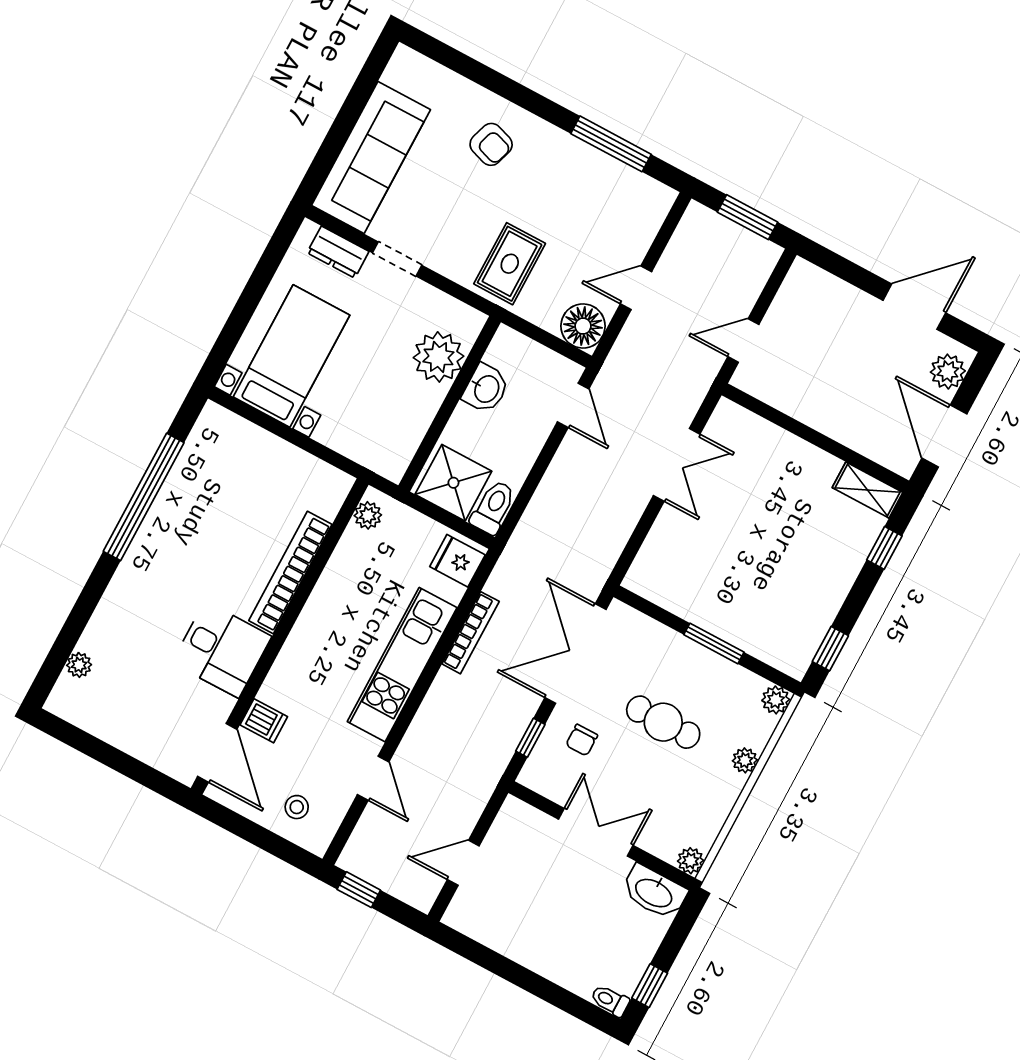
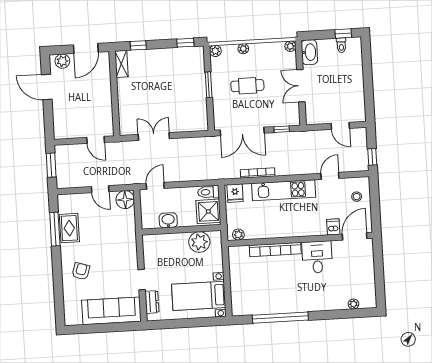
rug: (510, 264) -> (69, 228), moved, turned 90
plant: (438, 357) -> (199, 242), moved
cafe table: (663, 722) -> (247, 86), turned 90
chair: (582, 740) -> (271, 111), removed
toilet: (610, 1001) -> (341, 45), moved

